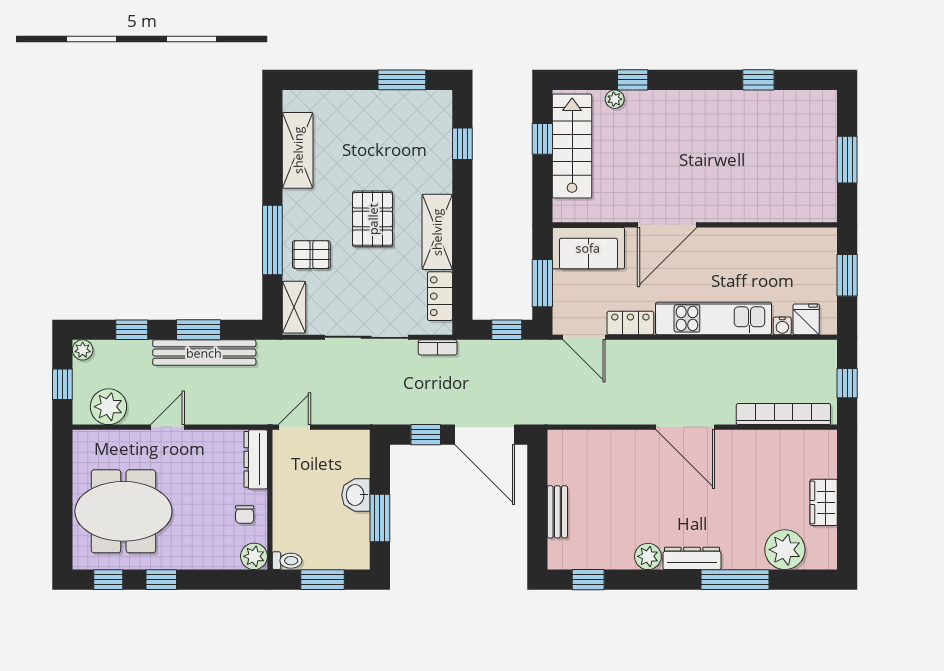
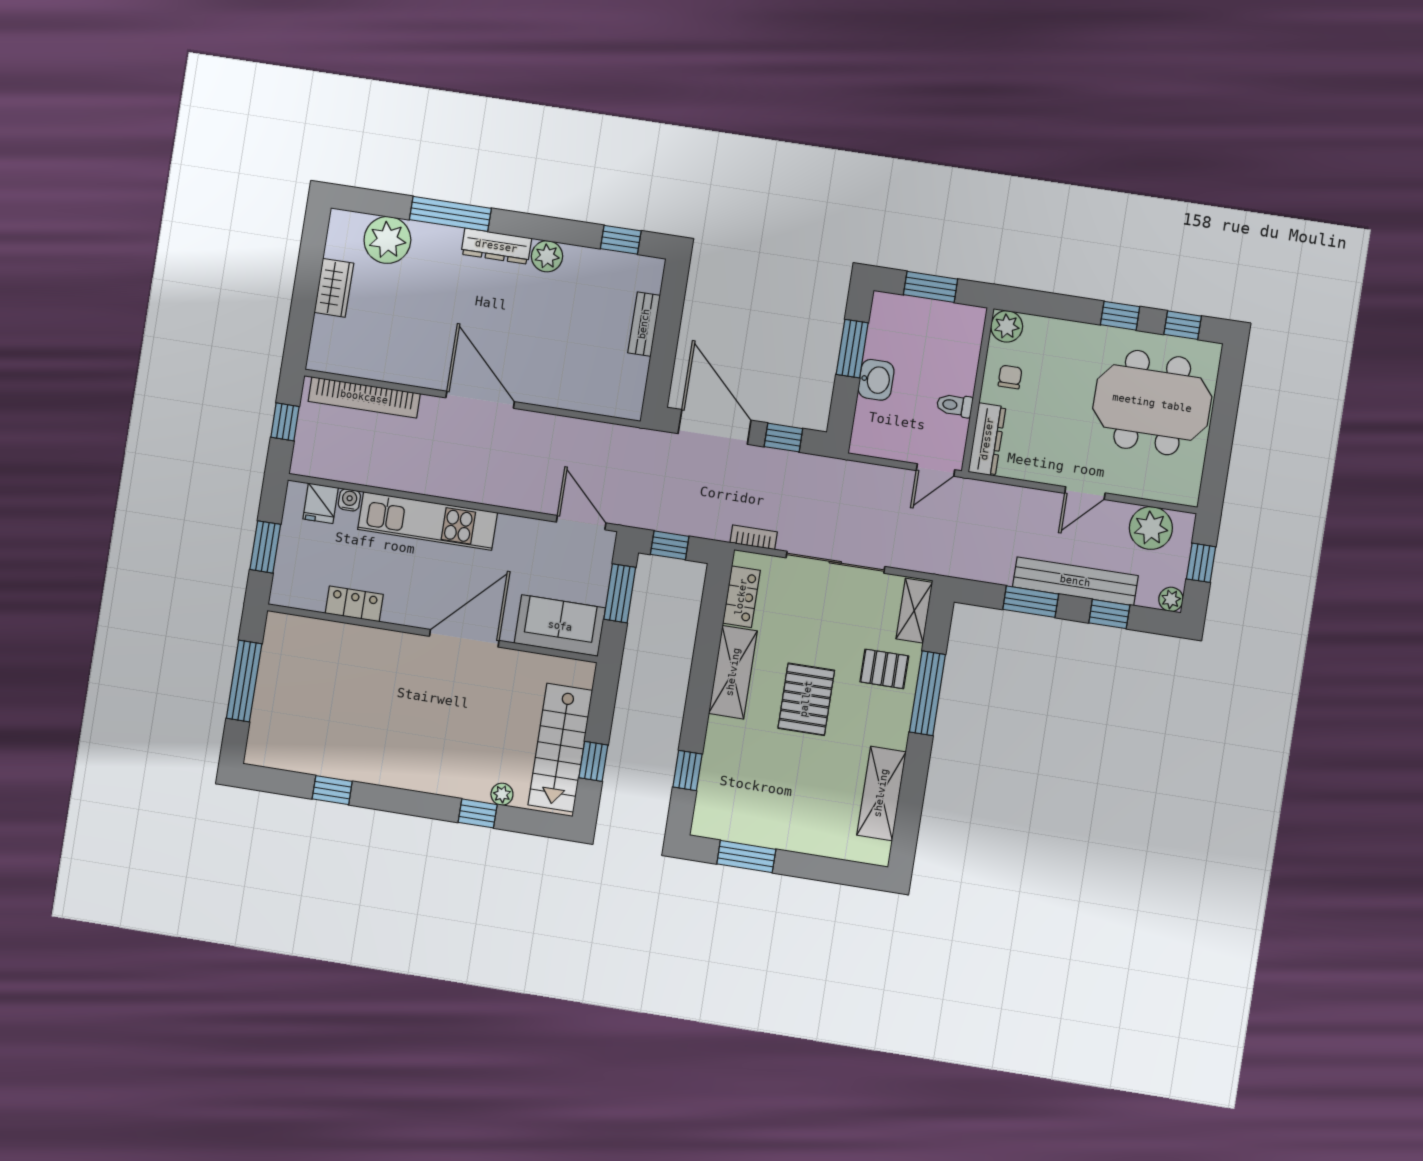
window: (847, 160) -> (244, 681), width x1.44
locker: (630, 323) -> (354, 604), moved, turned 180
bench: (204, 353) -> (1075, 581), moved
toilet: (287, 561) -> (955, 405), moved

